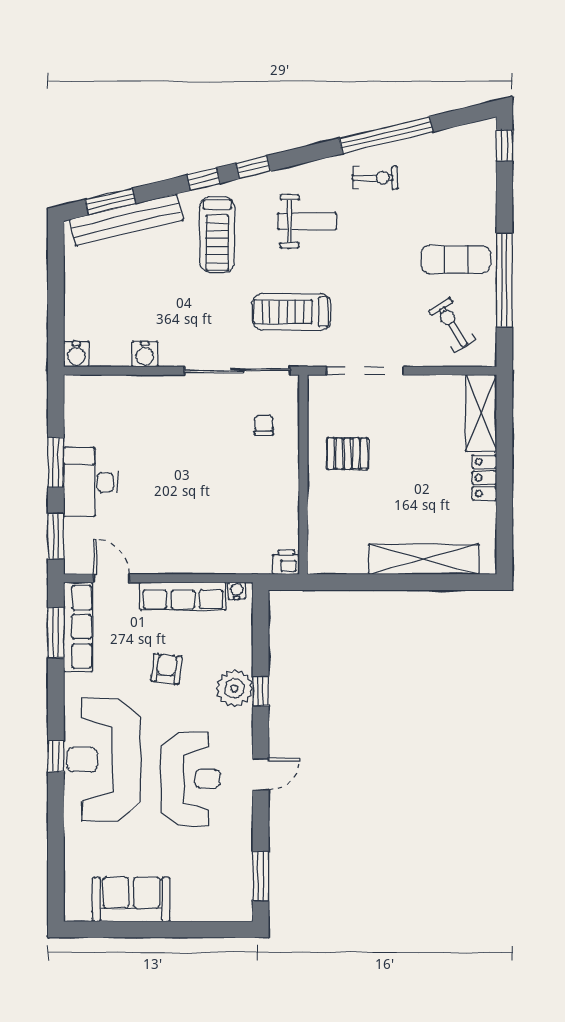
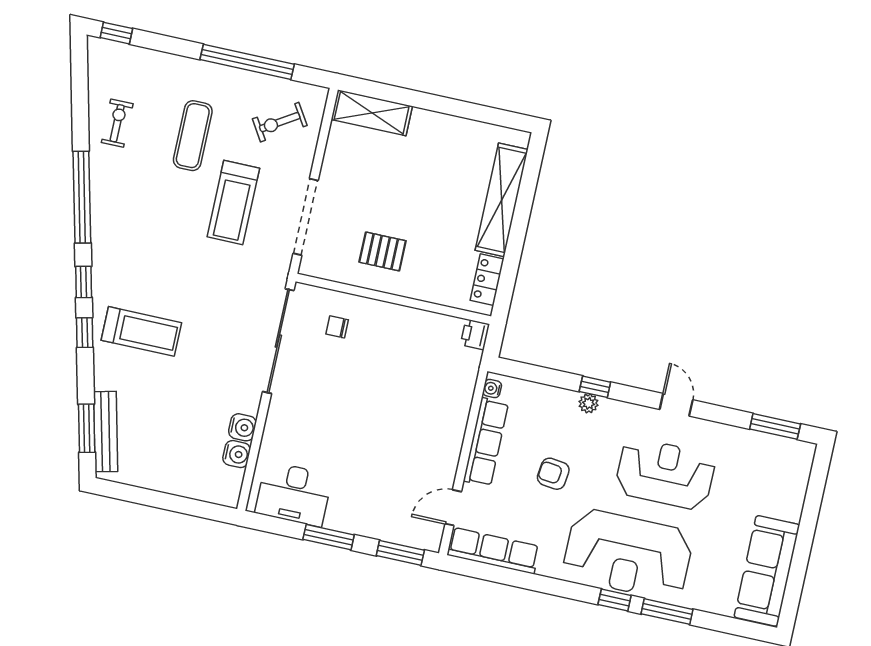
window: (386, 135) -> (82, 197), moved
exercise bike: (375, 178) -> (117, 123), moved
bench: (126, 220) -> (106, 432), width x0.73, depth x0.82
weight bench: (307, 221) -> (148, 241), removed
exercise mat: (456, 259) -> (193, 136), moved
treadmill: (292, 312) -> (233, 202), moved
water cooler: (76, 354) -> (237, 454), moved
pallet: (348, 454) -> (383, 251), turned 90
locker: (484, 478) -> (487, 280), moved, turned 90
desk: (91, 482) -> (294, 494), moved
window: (56, 633) -> (667, 612), moved
plant: (234, 688) -> (588, 403), width x0.53, depth x0.53
sofa: (131, 899) -> (767, 571), width x1.36

